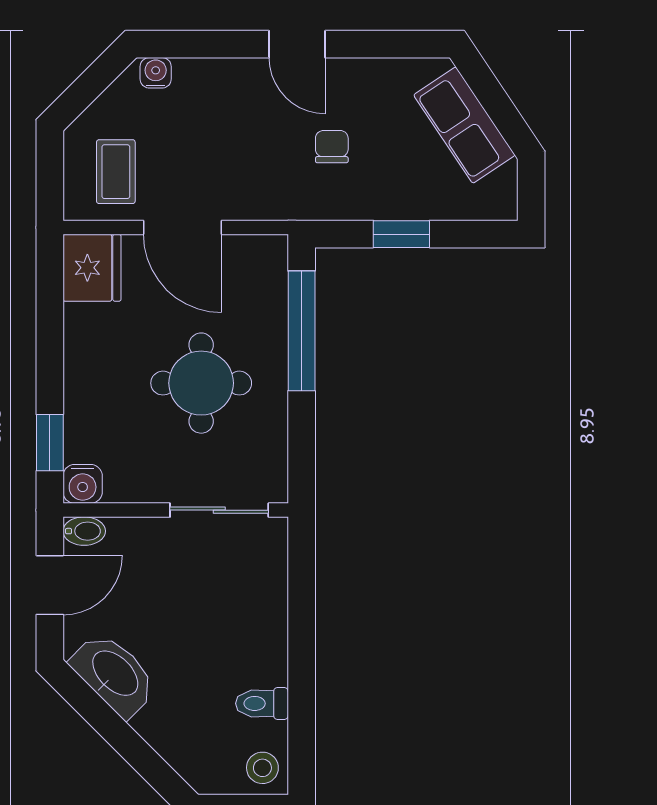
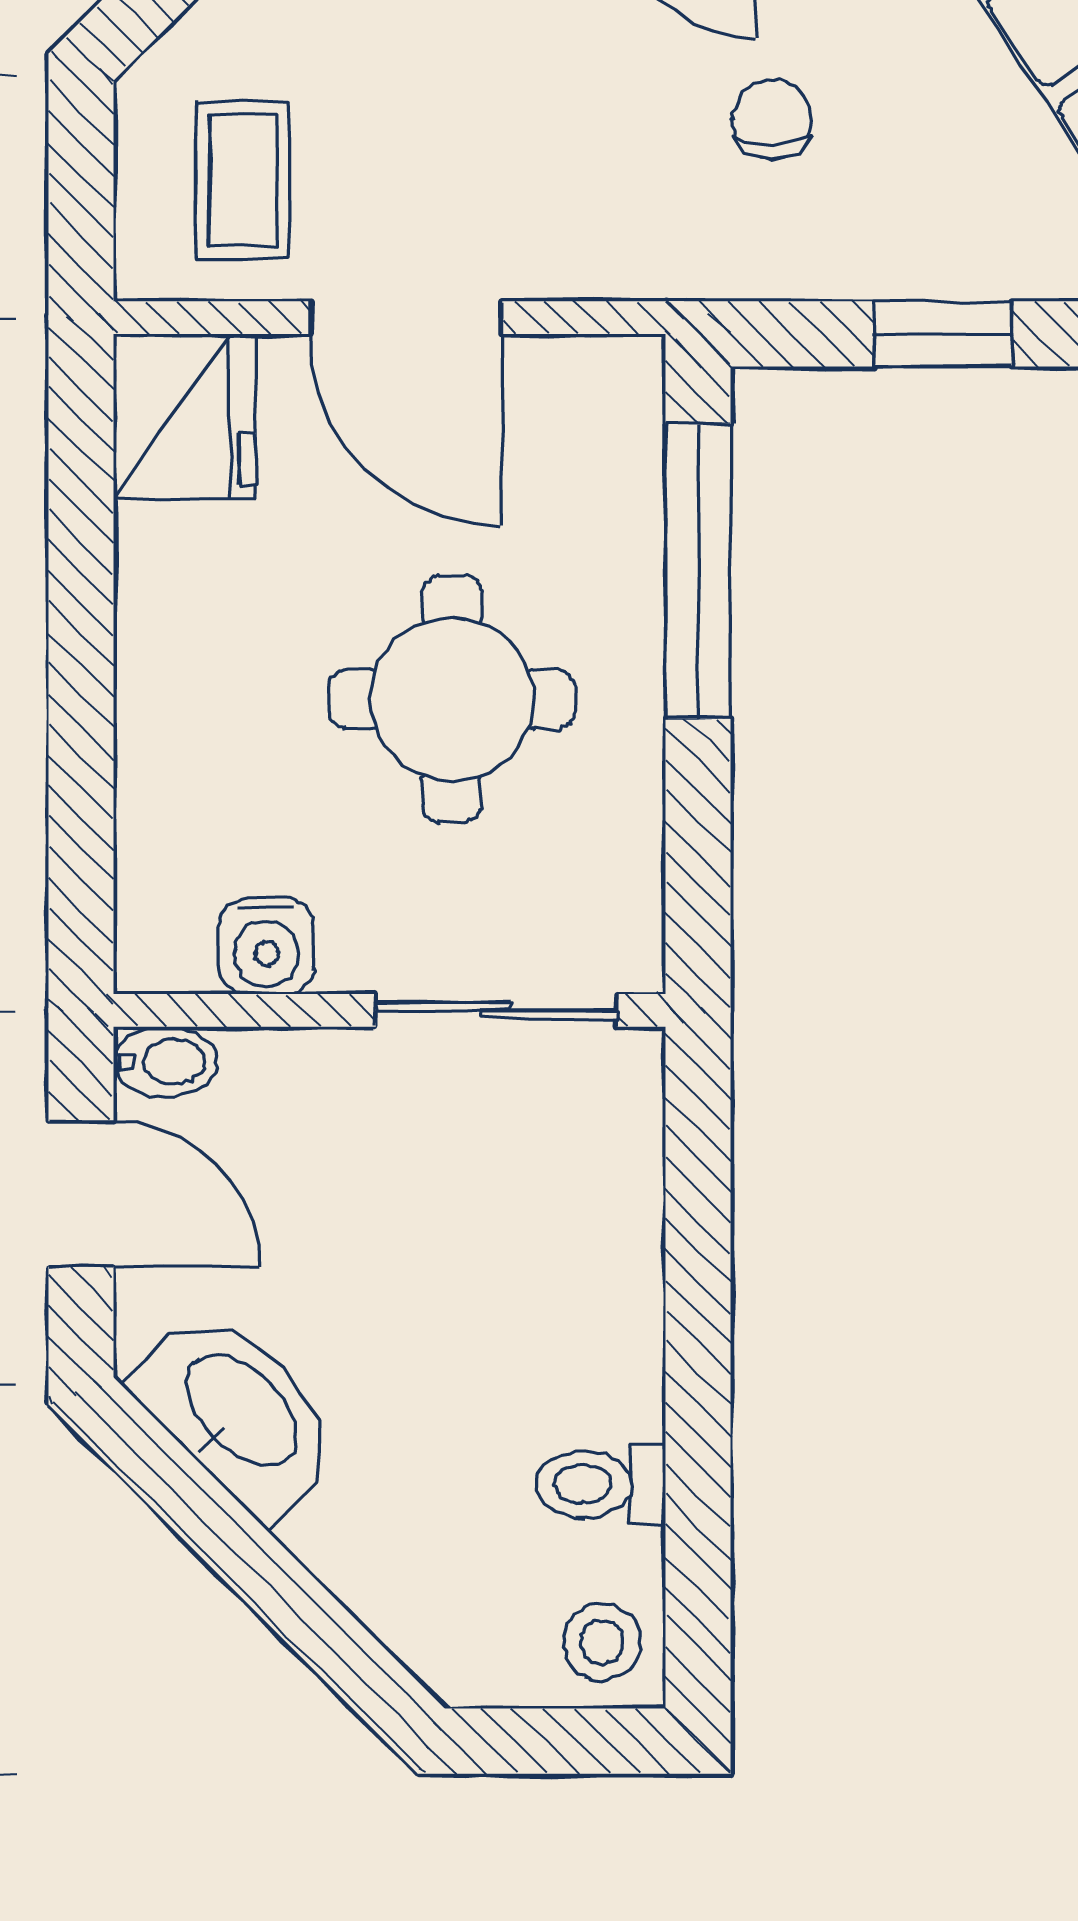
window: (50, 443) -> (81, 845), removed
water cooler: (83, 484) -> (266, 946), moved
door: (50, 585) -> (81, 1194), hinge flipped

